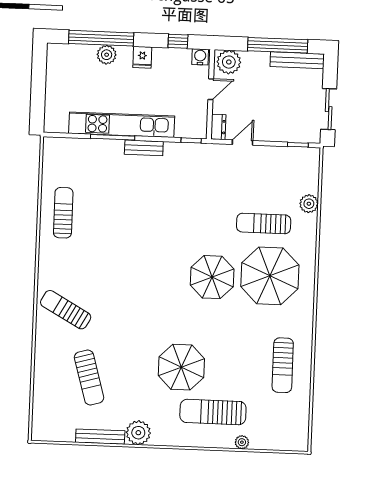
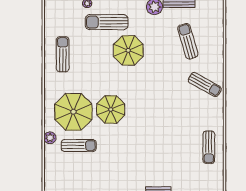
plant: (309, 204) -> (50, 138), moved
sun lounger: (213, 412) -> (107, 22), turned 180

